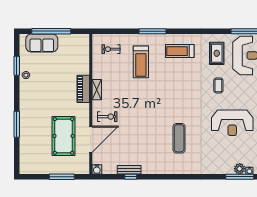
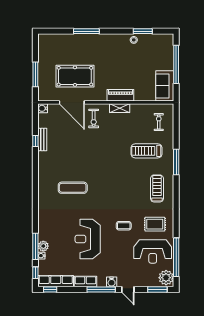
sofa: (42, 43) -> (165, 86), moved

